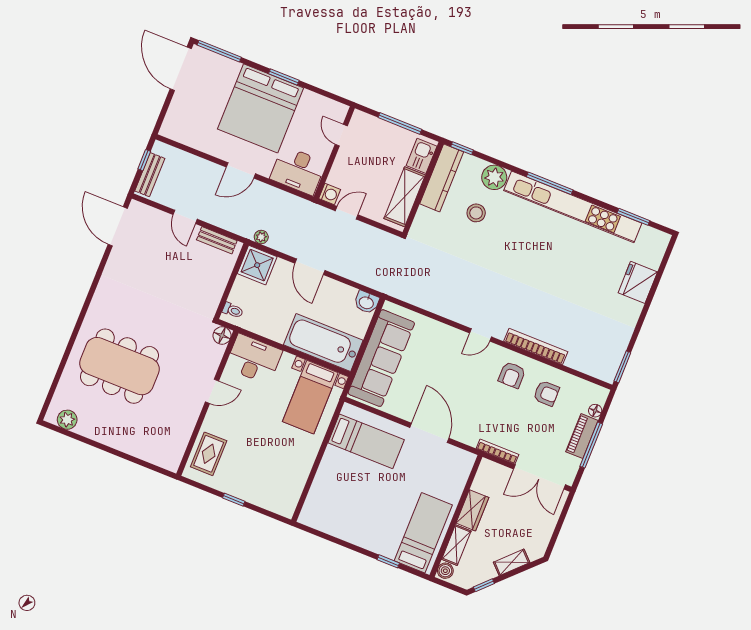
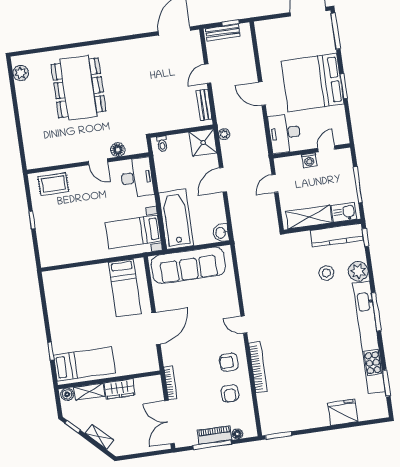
washing machine: (330, 194) -> (309, 160), moved
door: (347, 213) -> (275, 183), swing flipped
floor lamp: (222, 336) -> (118, 150), moved

